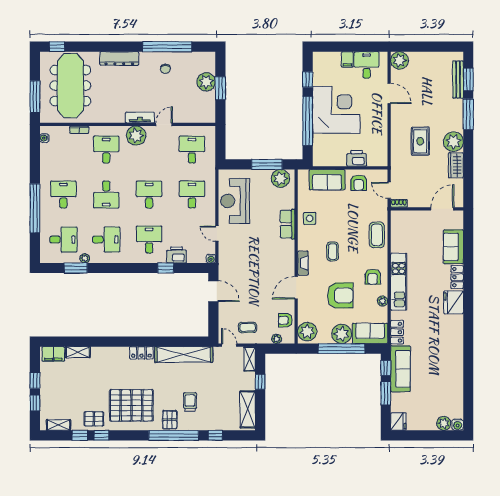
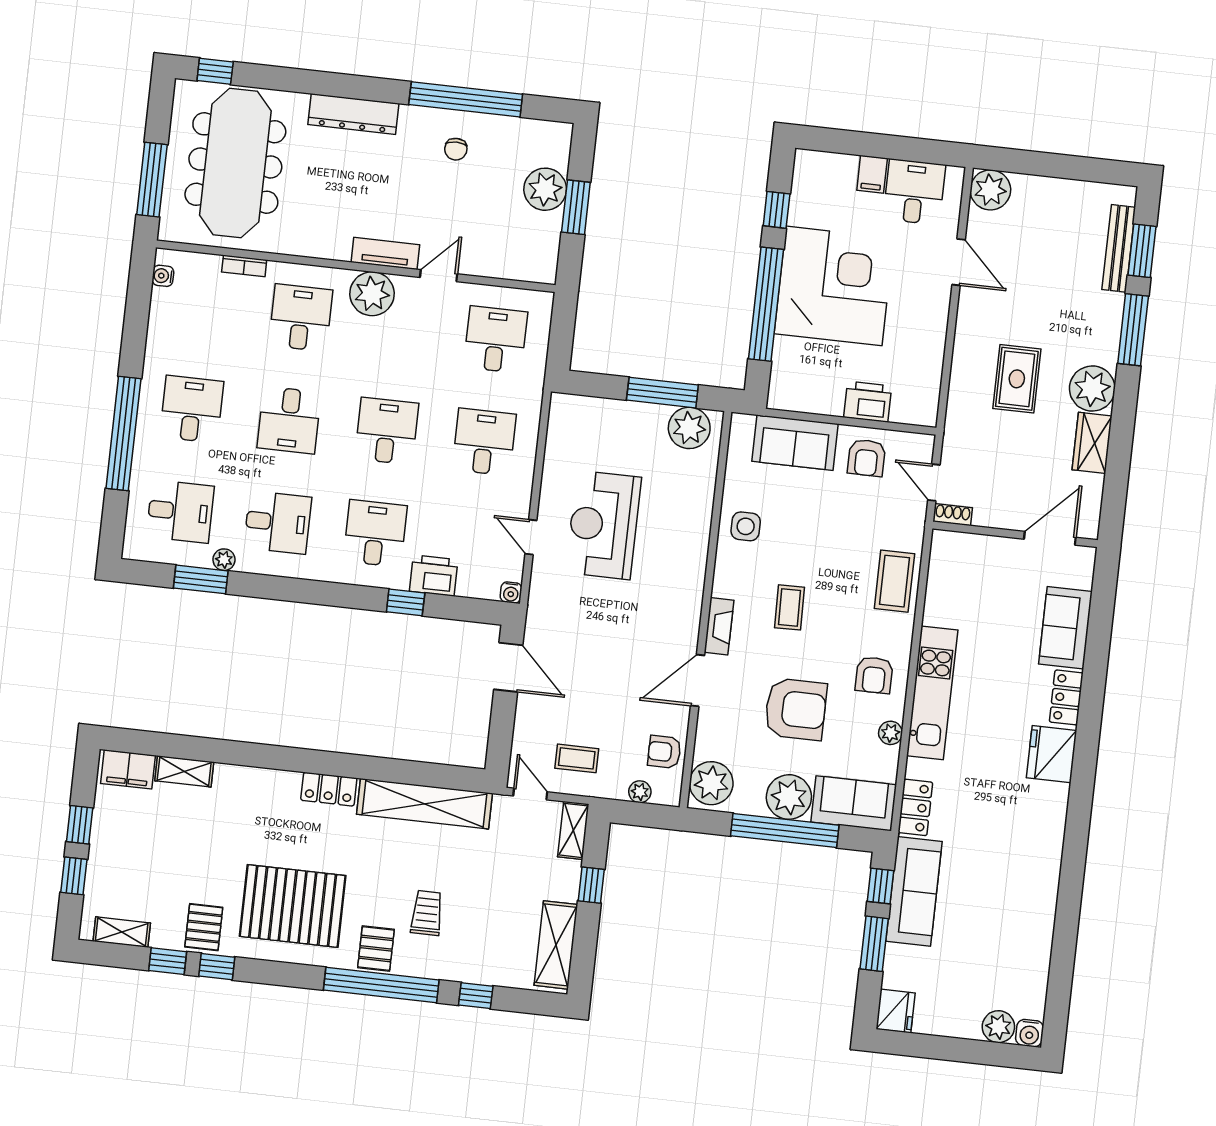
reception desk: (235, 201) -> (603, 525), moved
row of seats: (287, 224) -> (694, 534), removed
pallet: (94, 419) -> (204, 927), turned 90

